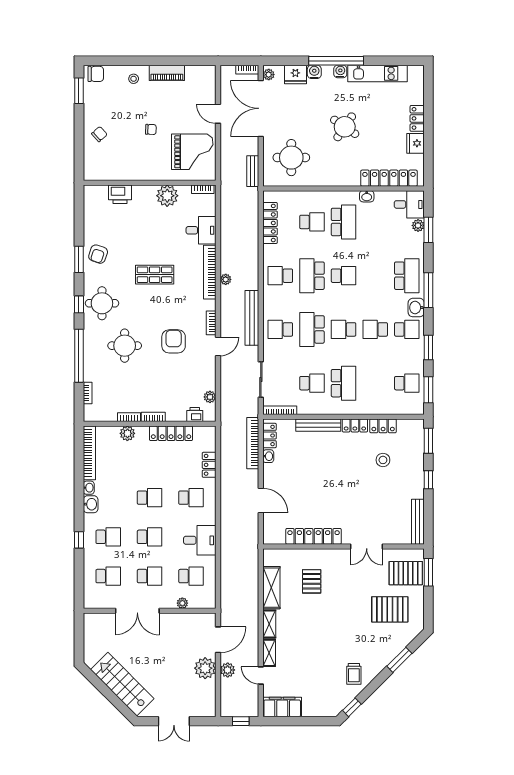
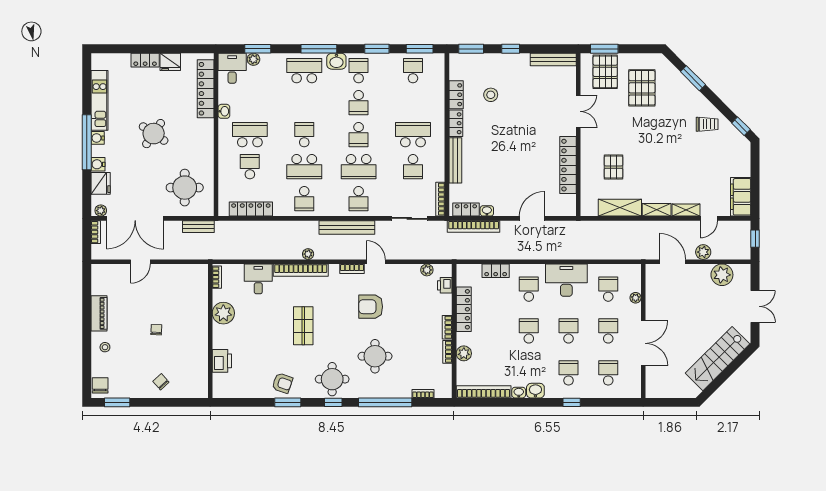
grand piano: (192, 152) -> (179, 288), removed
school desk: (312, 383) -> (413, 167), turned 180
desk: (200, 540) -> (566, 280), width x1.37
pallet: (312, 581) -> (613, 167), turned 90
plant: (205, 668) -> (722, 275), moved

